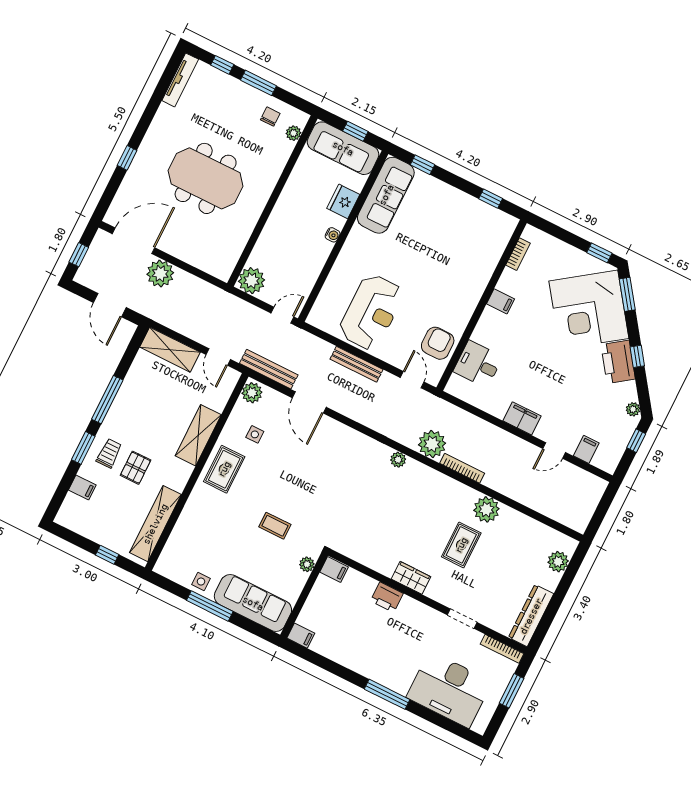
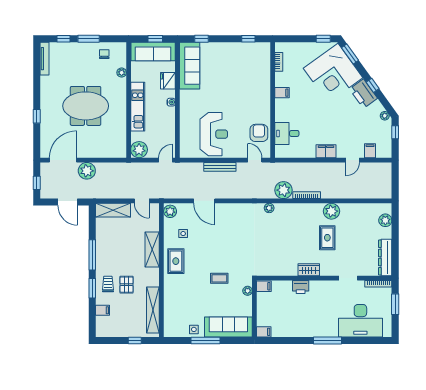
plant: (293, 133) -> (122, 73), moved
kitchen unit: (281, 217) -> (138, 107), added
bench: (269, 369) -> (173, 194), removed

